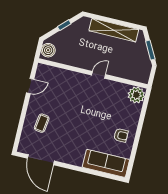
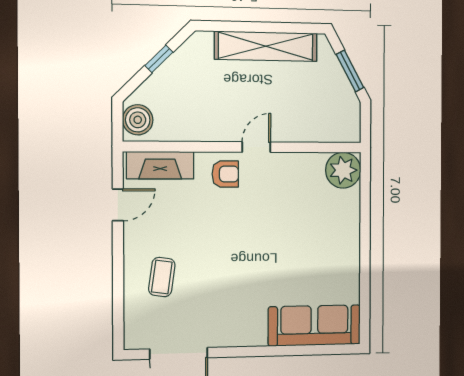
fireplace: (53, 73) -> (160, 165), added
armchair: (121, 135) -> (225, 174), moved

